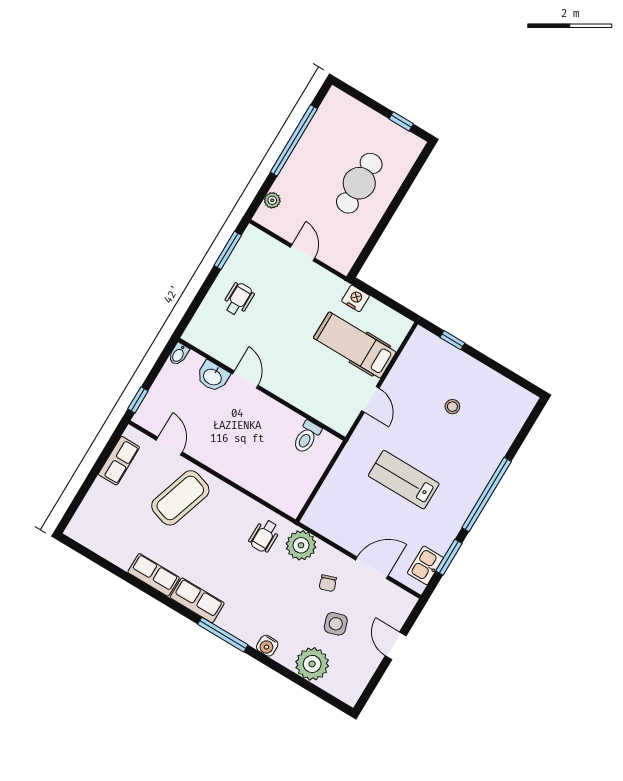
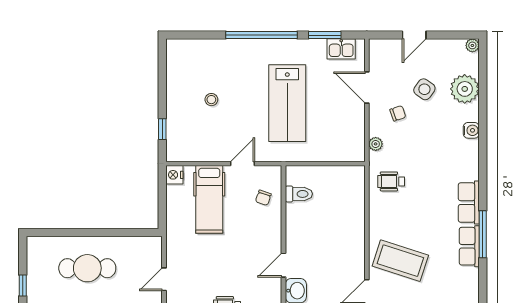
window: (401, 121) -> (23, 286), moved
nightstand: (355, 298) -> (174, 175), moved
chair: (324, 400) -> (263, 198), added
lab bench: (404, 480) -> (287, 103), width x1.36, depth x1.39
wheelchair: (264, 536) -> (391, 181), turned 180
plant: (301, 545) -> (376, 144), width x0.53, depth x0.53
side table: (336, 624) -> (424, 89), turned -37
window: (223, 635) -> (483, 234), moved
plant: (351, 697) -> (472, 45), added

